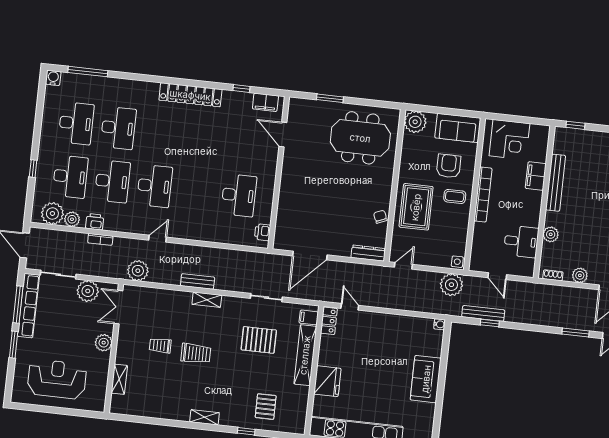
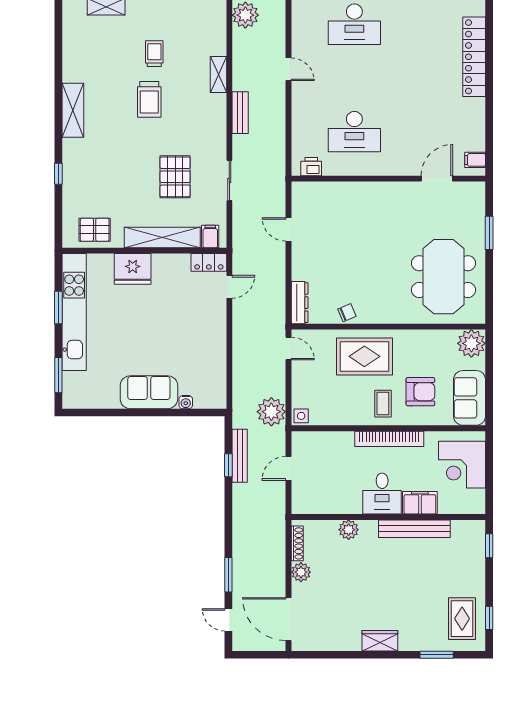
window: (241, 88) -> (489, 120), removed
filing cabinet: (265, 102) -> (475, 160), width x0.50
door: (158, 239) -> (289, 69), moved
desk: (521, 241) -> (382, 494), moved
door: (310, 255) -> (289, 229), width x0.53
shoe rack: (553, 275) -> (297, 543), width x1.43
bench: (198, 281) -> (240, 113), moved
shelving: (207, 300) -> (218, 75), moved
water cooler: (439, 324) -> (186, 402), moved
pallet: (266, 407) -> (95, 230), moved
shelving: (204, 417) -> (73, 110), width x1.50, depth x1.33

